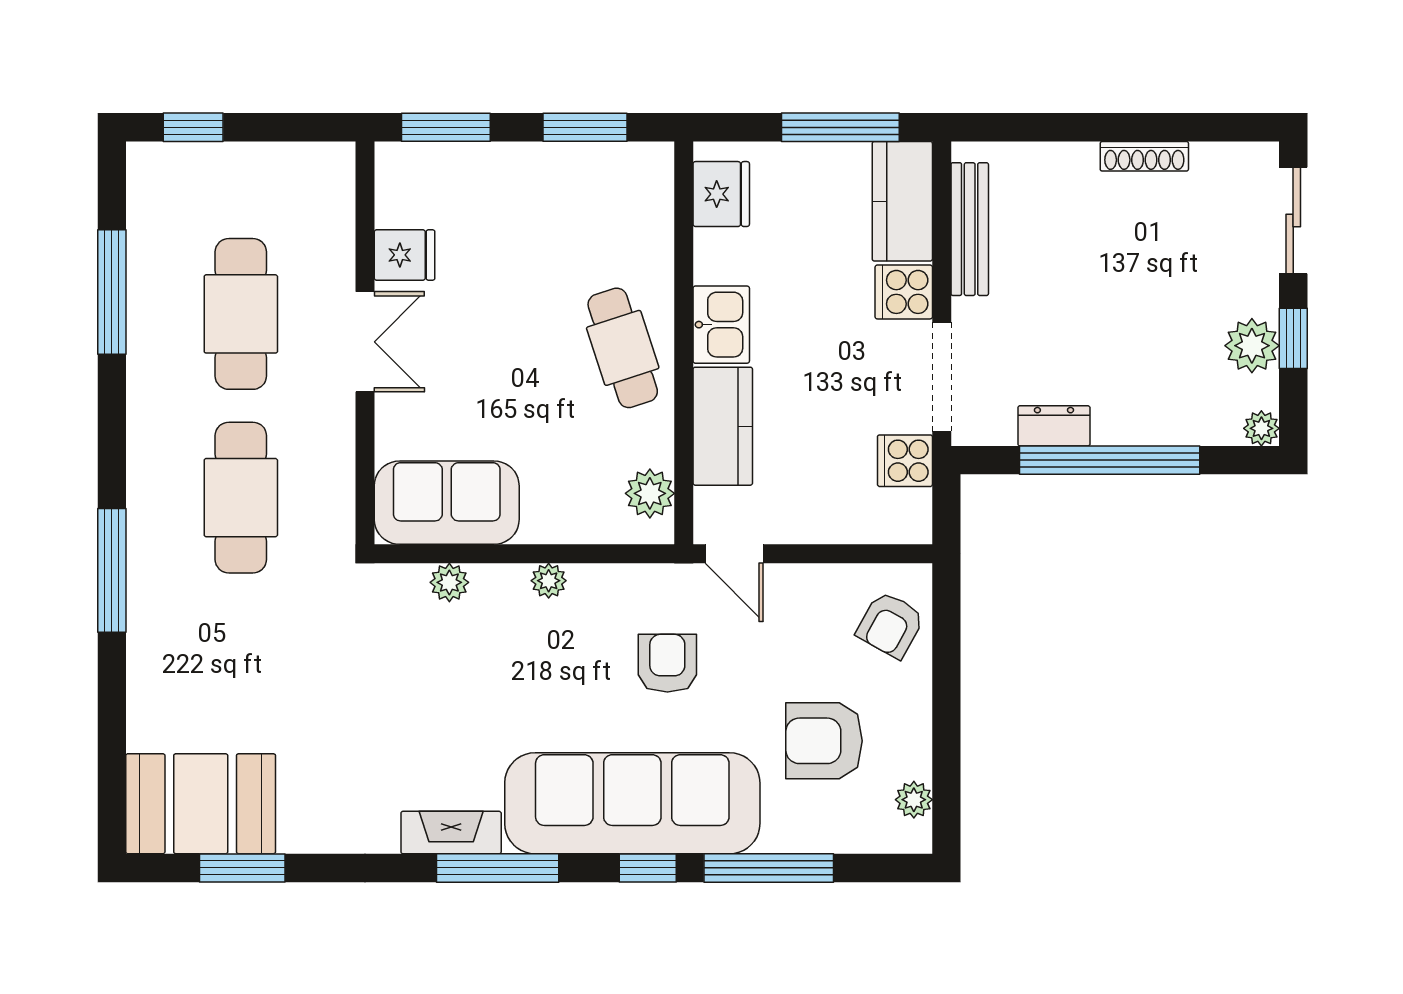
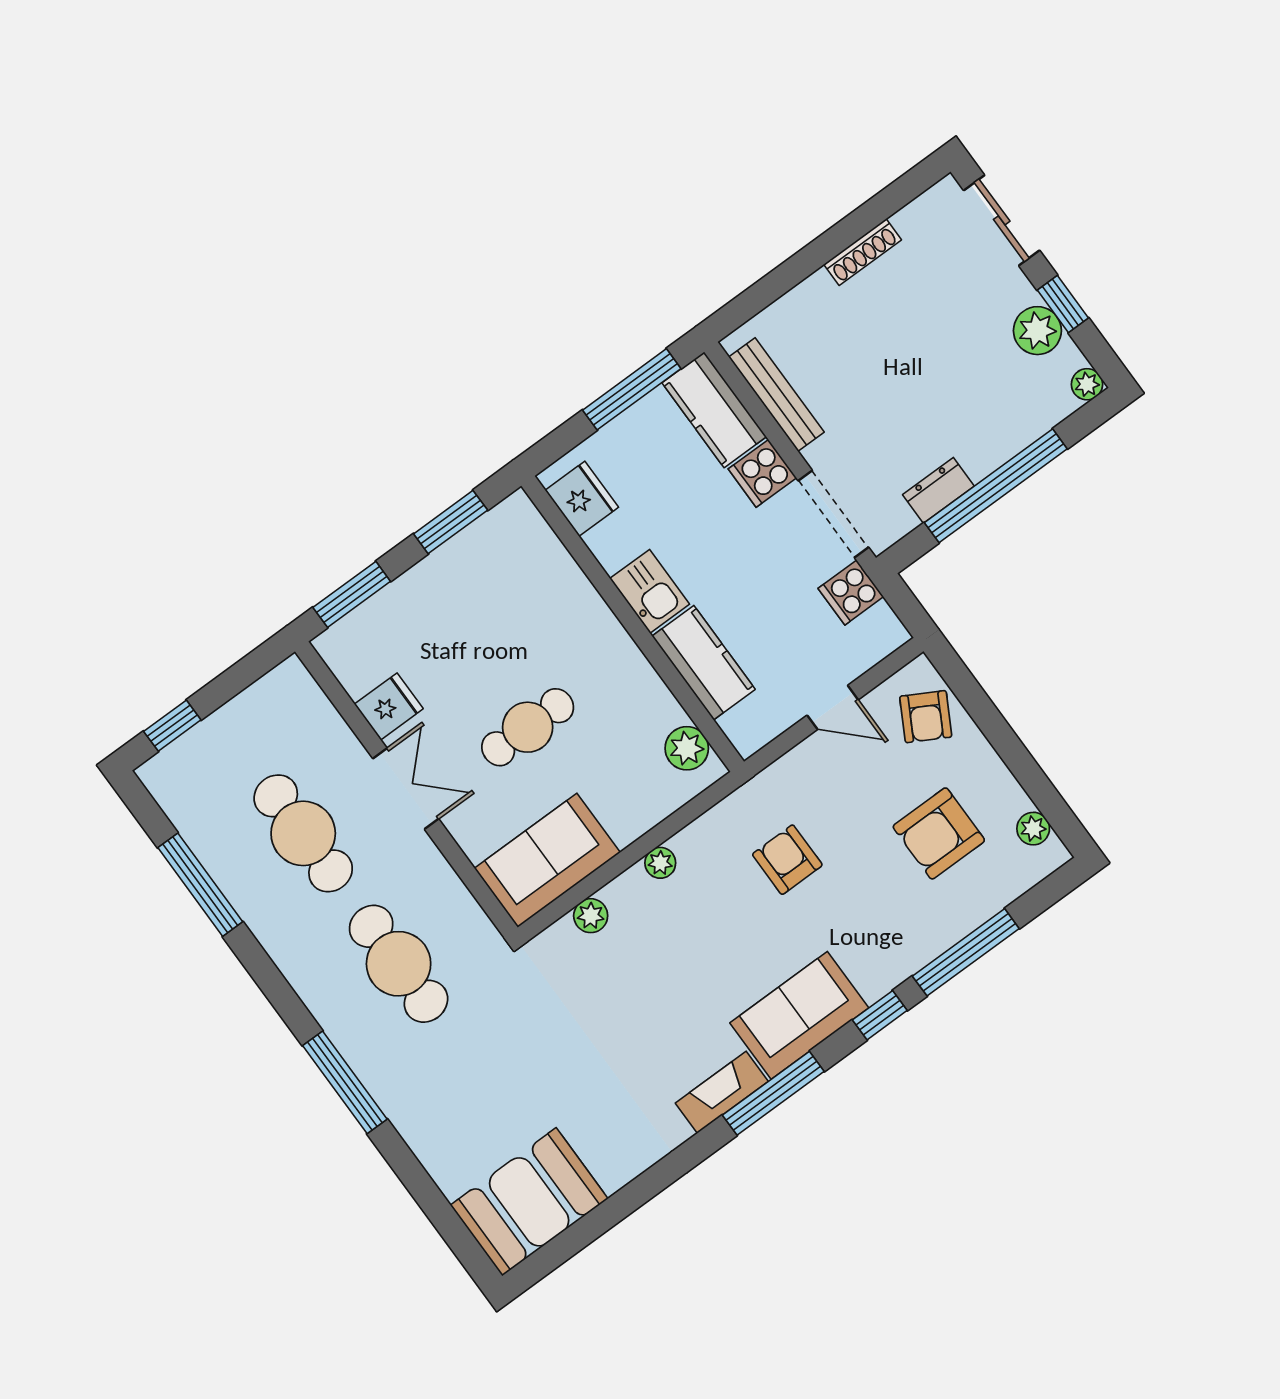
cafe table: (623, 348) -> (528, 727), moved, turned -72
door: (734, 554) -> (833, 707), moved
sofa: (632, 803) -> (799, 1015), width x0.54, depth x0.79
window: (242, 868) -> (592, 1226), removed

